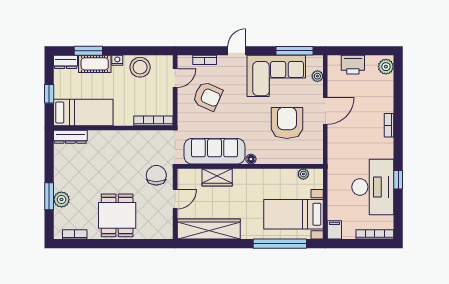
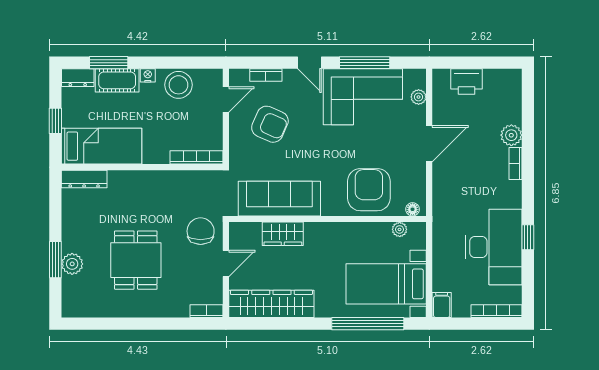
door: (237, 51) -> (309, 63), swing flipped
window: (294, 51) -> (365, 63), moved
plant: (386, 67) -> (511, 135), moved
armchair: (287, 123) -> (369, 190), moved
floor lamp: (251, 159) -> (413, 209), moved
dining table: (117, 215) -> (136, 260), moved
bookcase: (75, 234) -> (207, 311), moved

